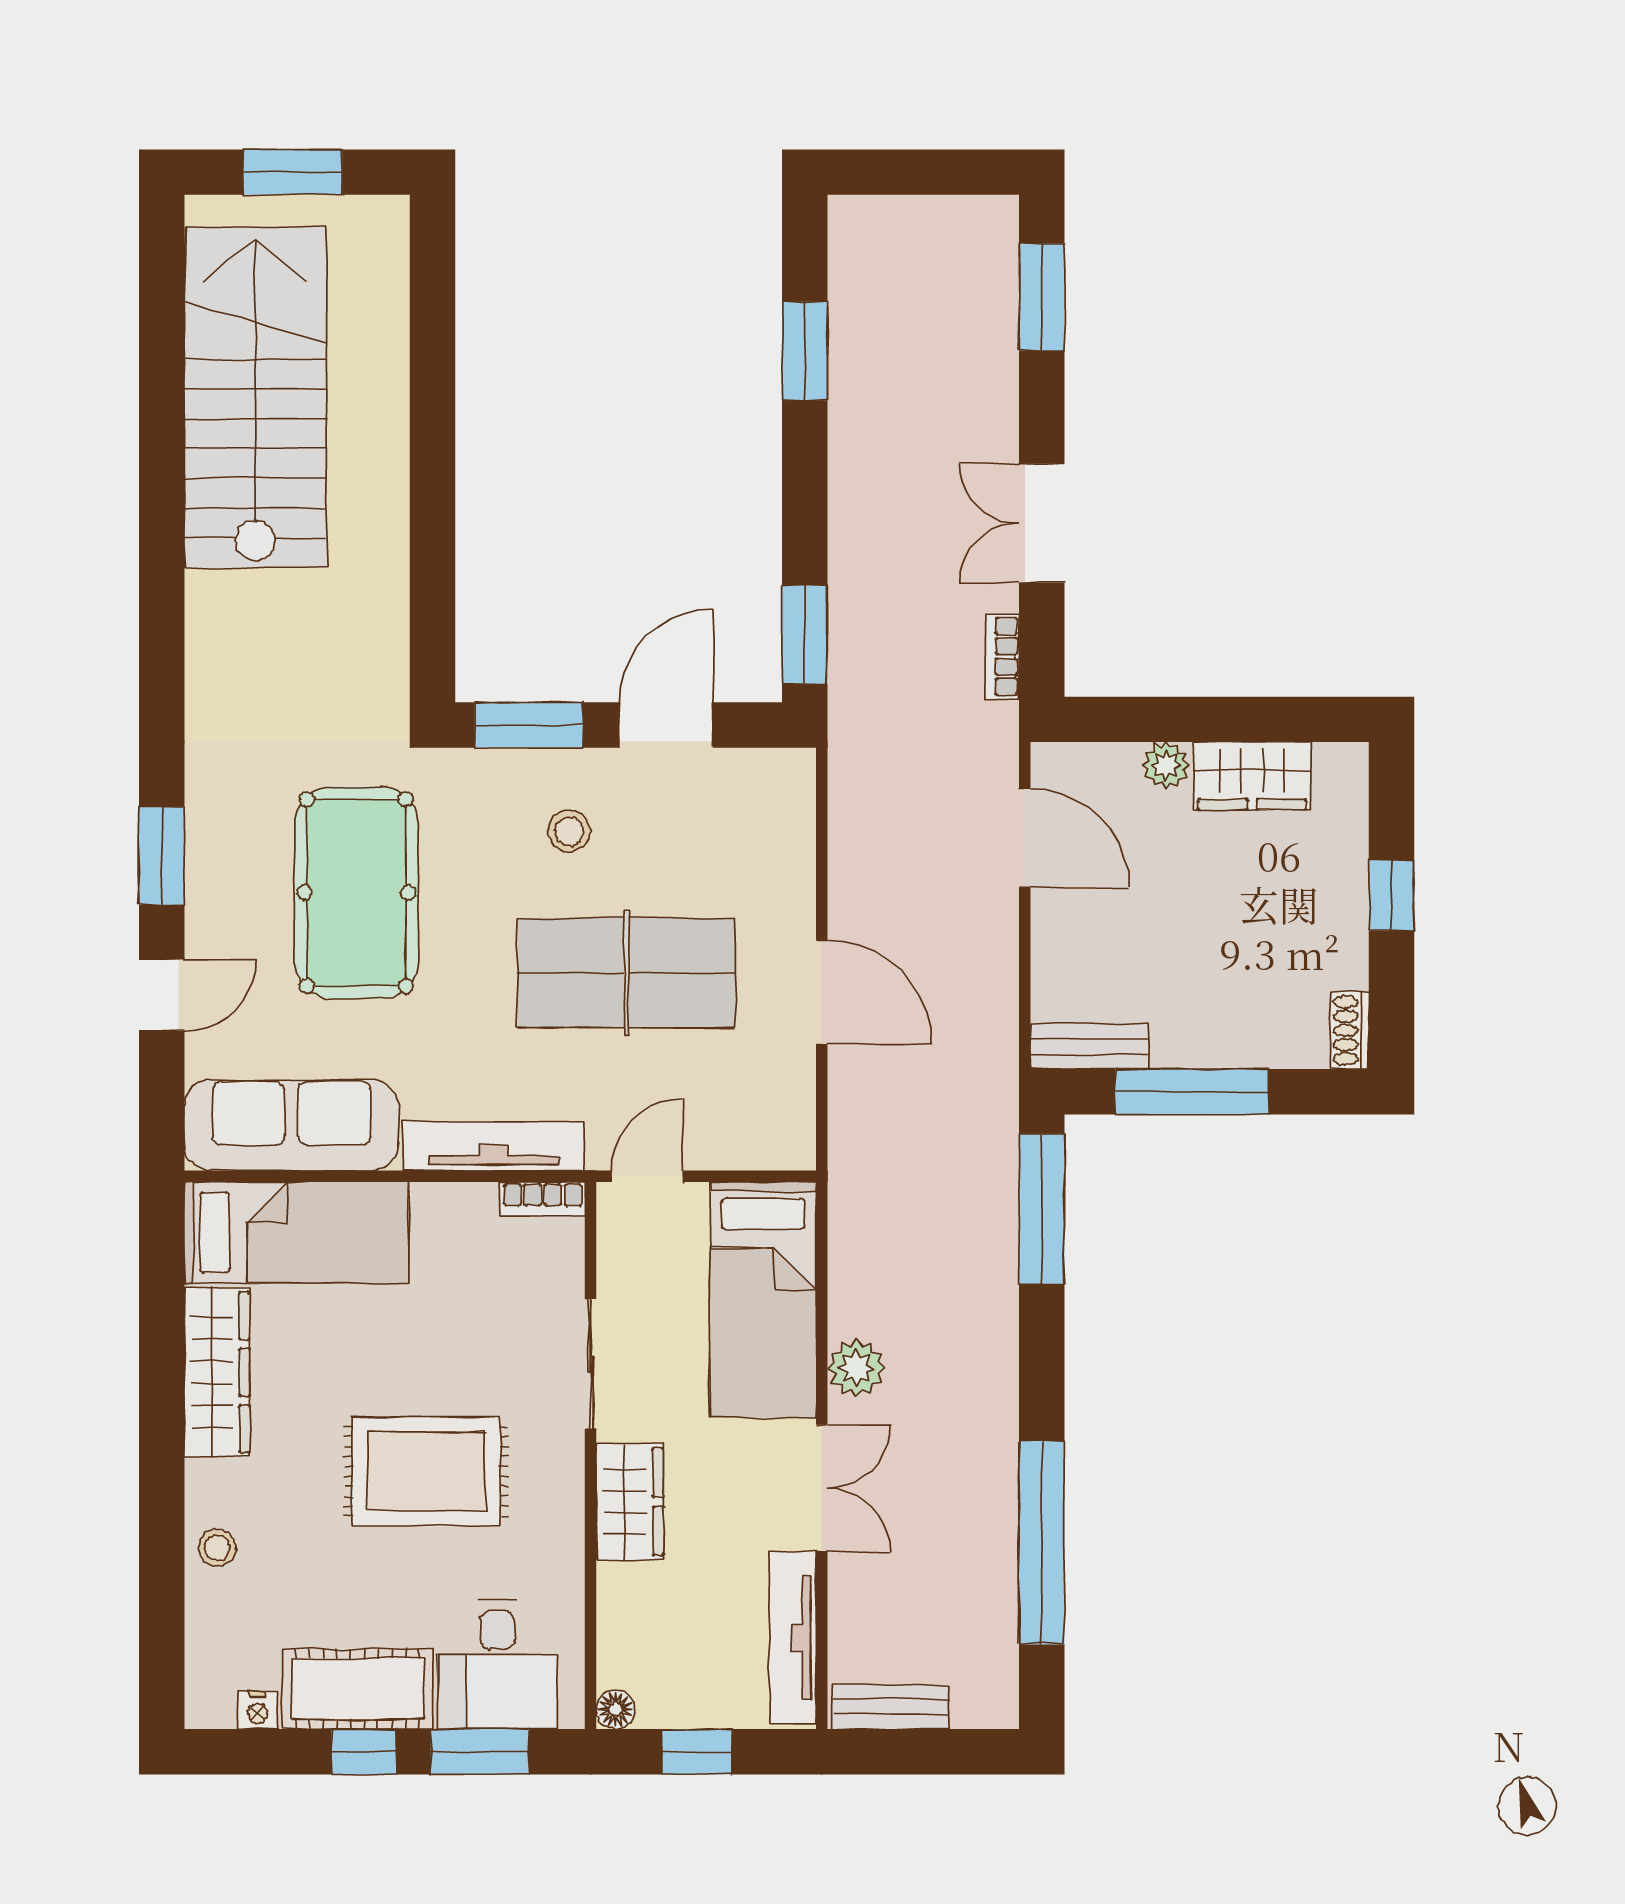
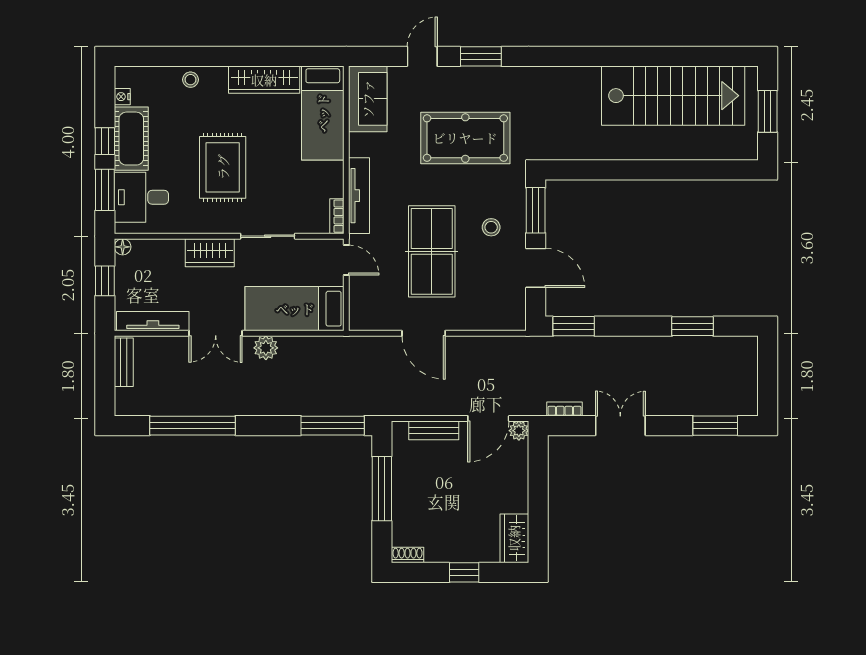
plant: (1166, 765) -> (519, 431), moved
wardrobe: (1252, 776) -> (514, 538), moved
door: (822, 992) -> (424, 333), hinge flipped
door: (162, 995) -> (422, 56), swing flipped
bench: (1090, 1047) -> (434, 430), moved, turned 90
sofa: (291, 1125) -> (368, 99), width x0.73

